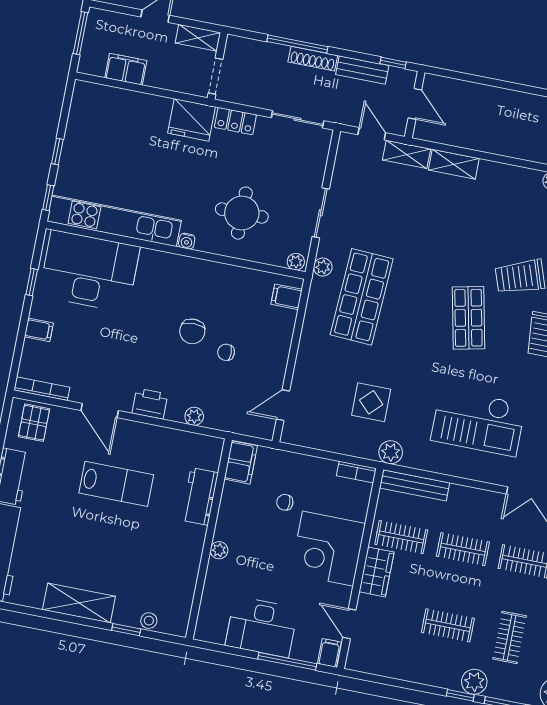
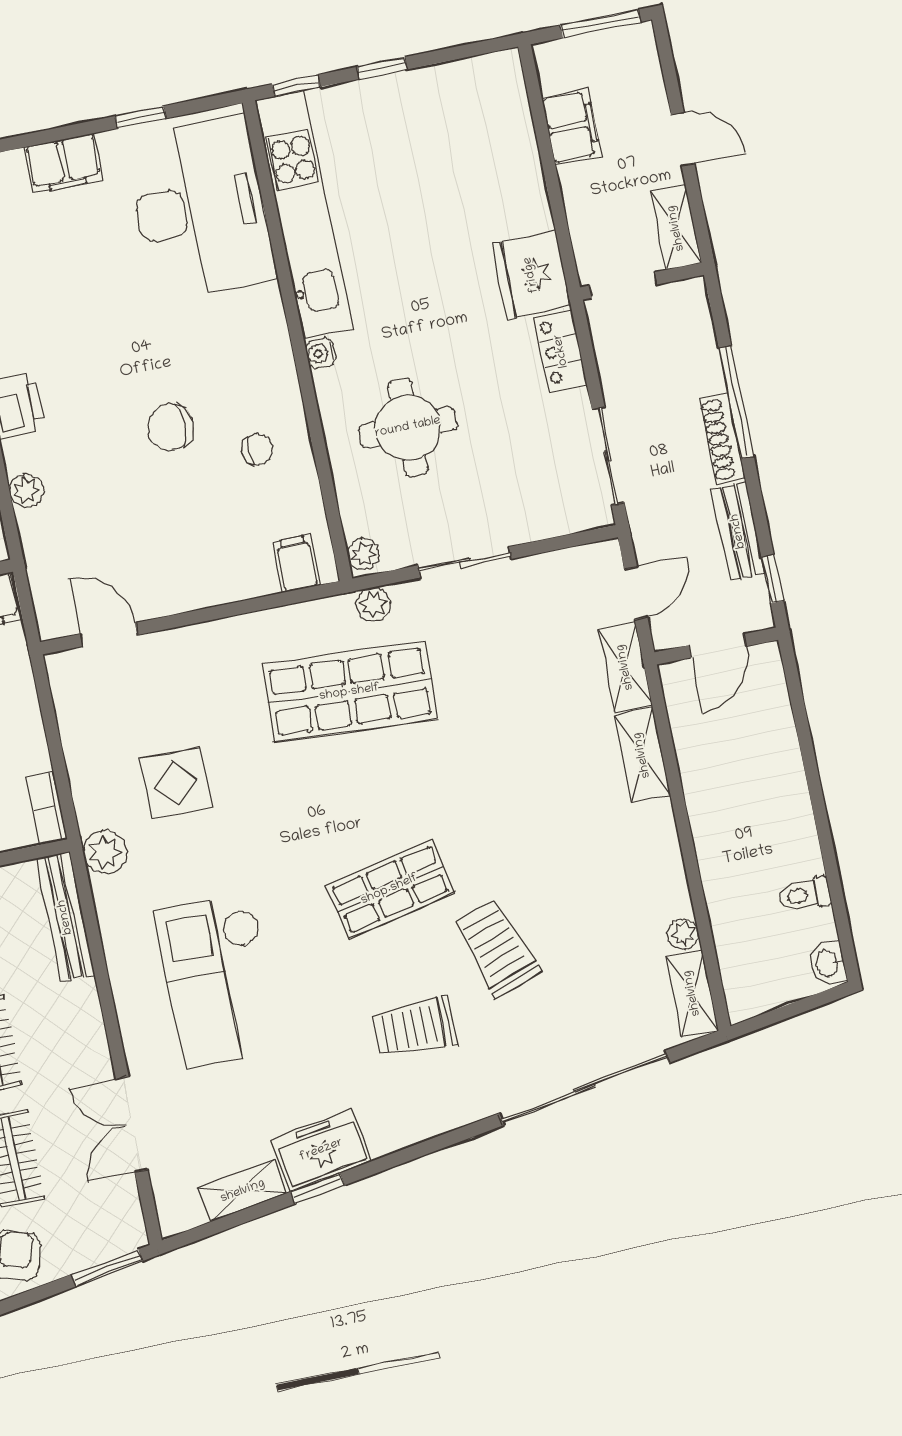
filing cabinet: (39, 330) -> (64, 163), width x2.00
chair: (226, 352) -> (257, 449), moved, turned 91

